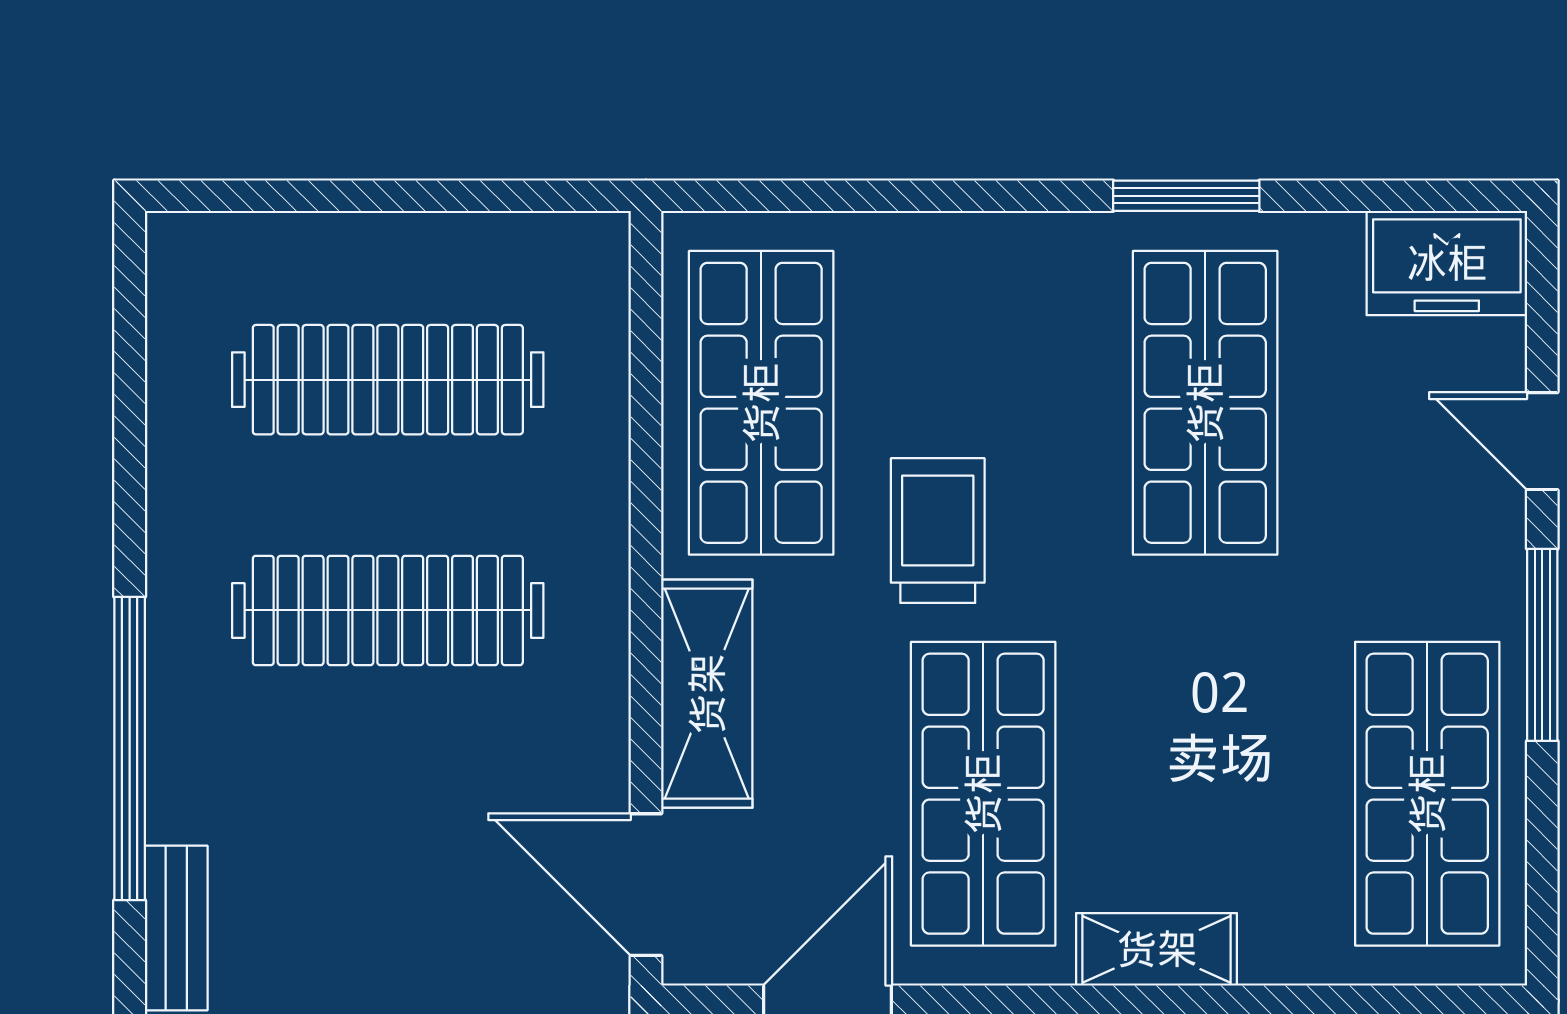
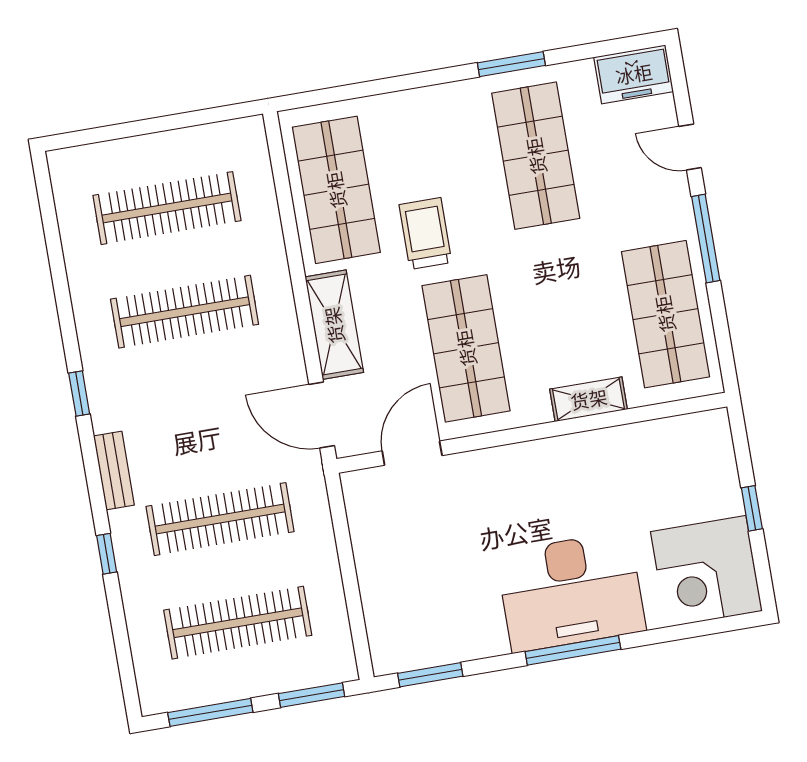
window: (130, 748) -> (79, 393), width x0.32
shelving: (1157, 949) -> (589, 399), moved

